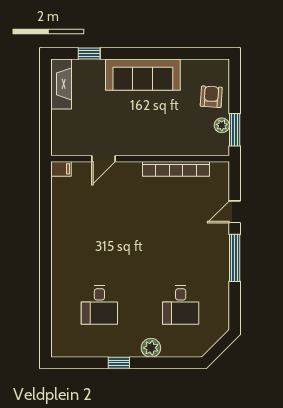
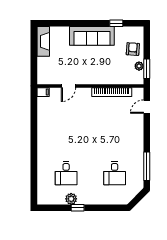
window: (89, 53) -> (116, 23), moved
door: (235, 212) -> (147, 107), moved
window: (235, 258) -> (147, 166), moved
plant: (151, 348) -> (71, 199), moved

